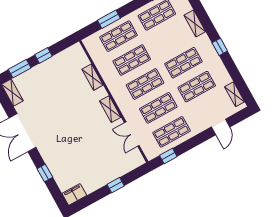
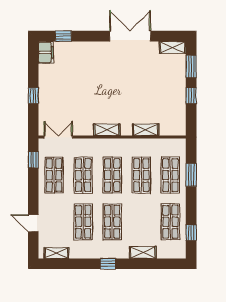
double door: (132, 134) -> (58, 137), moved
window: (45, 173) -> (63, 36), moved

